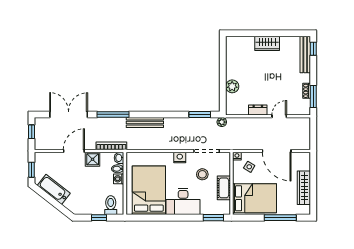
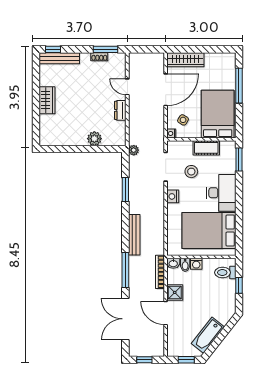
window: (200, 114) -> (125, 189), moved
wardrobe: (304, 188) -> (185, 60), moved

